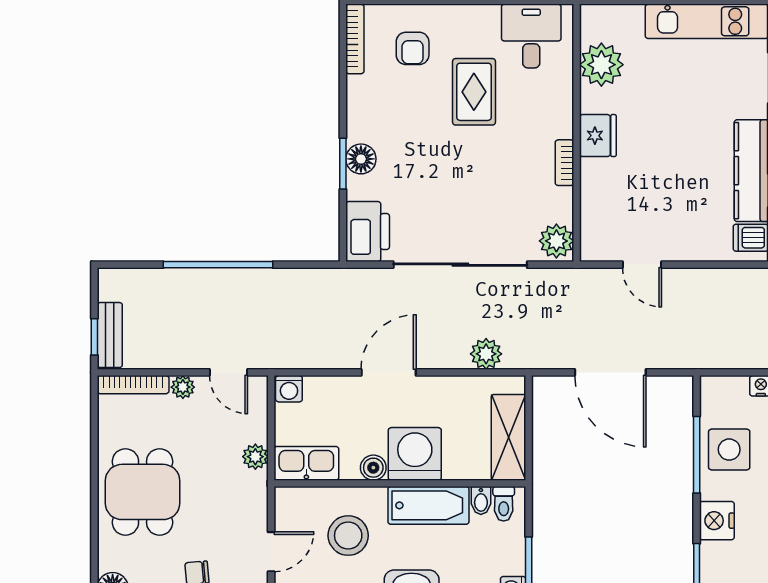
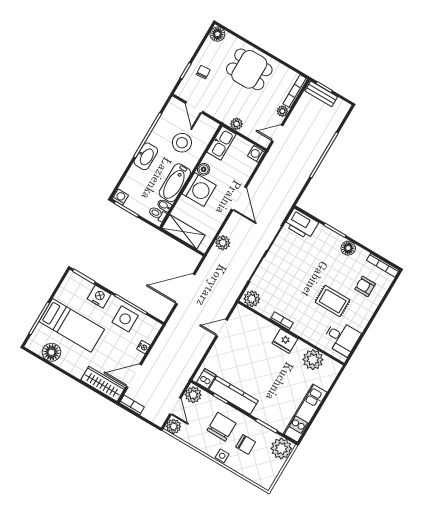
floor lamp: (361, 159) -> (348, 248), moved

